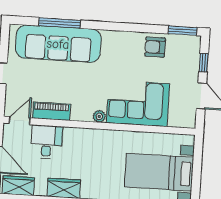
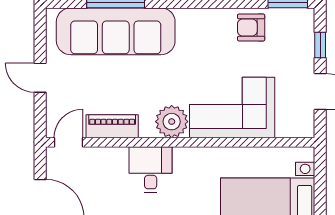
plant: (99, 116) -> (172, 122), width x1.88, depth x1.88
desk: (47, 142) -> (151, 170), moved

